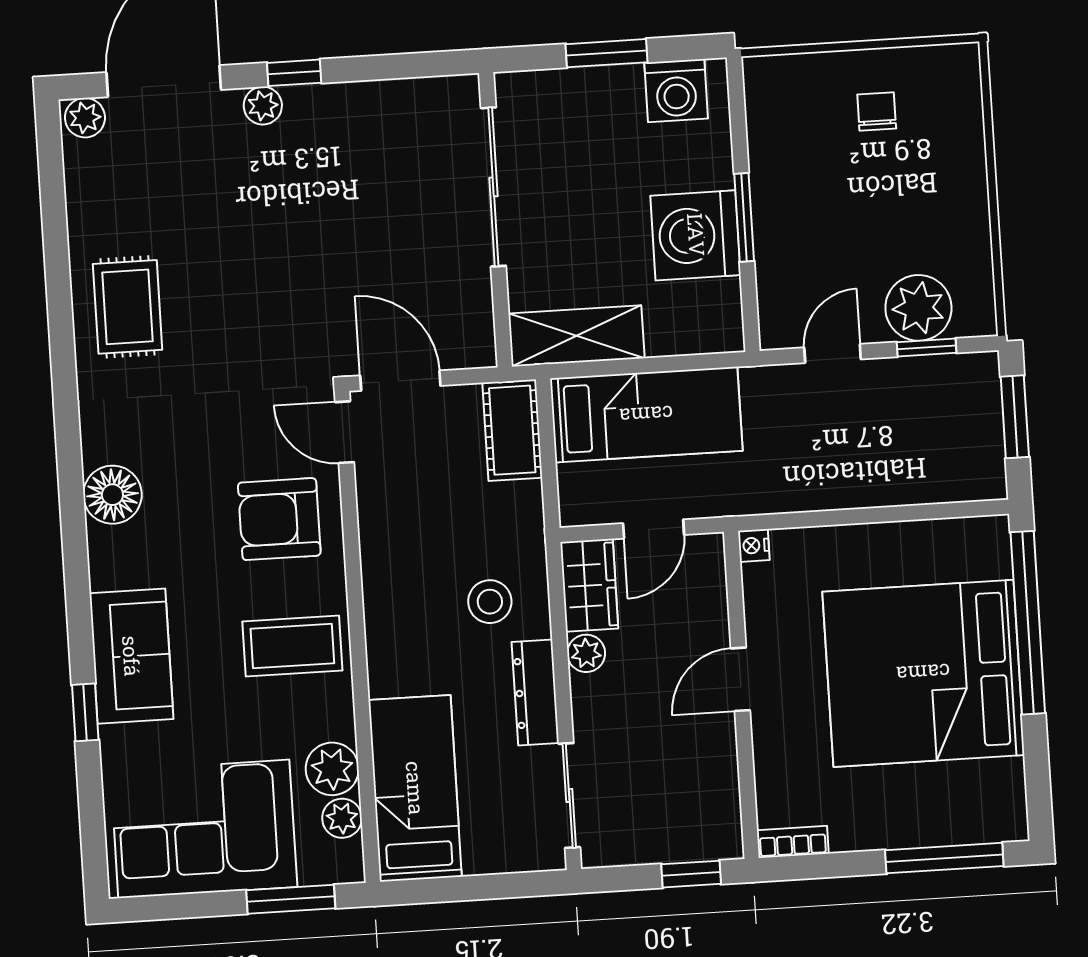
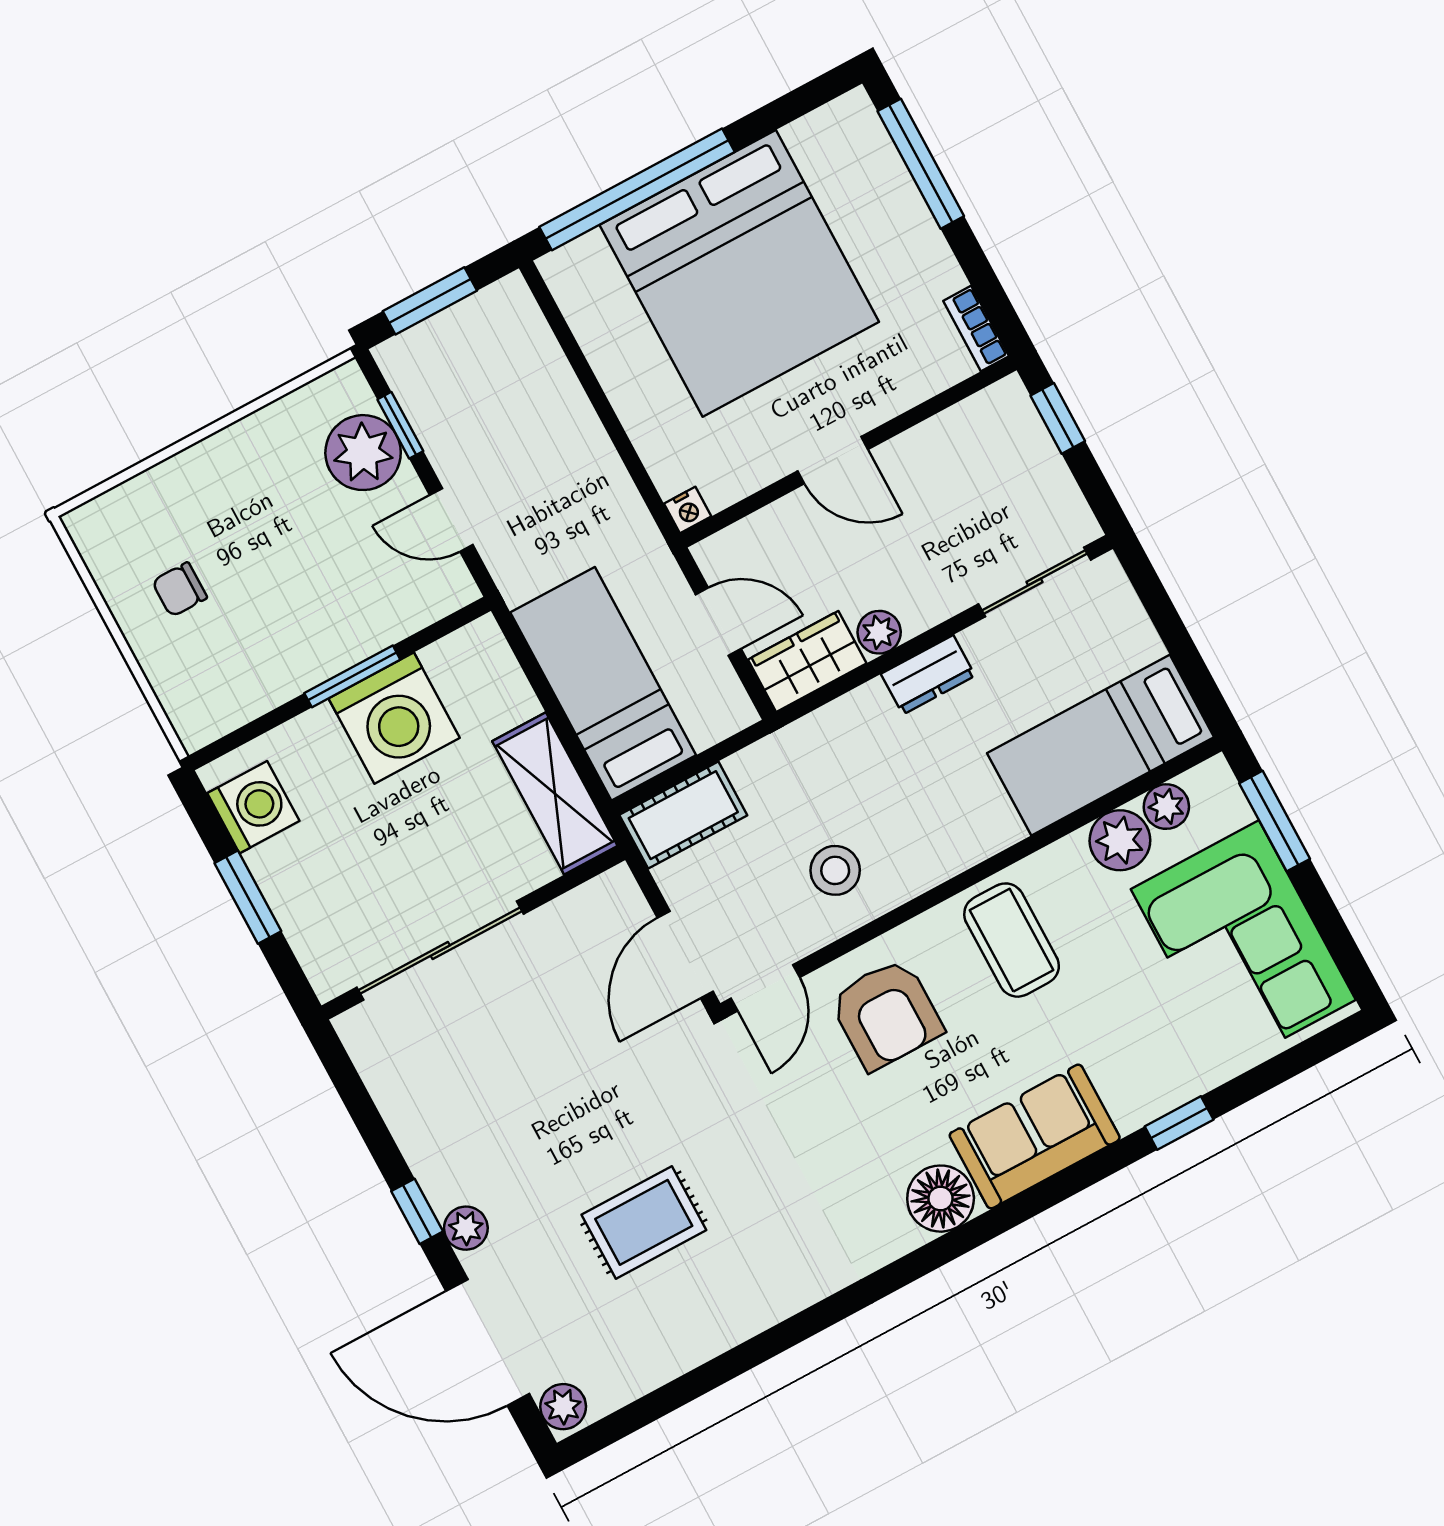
rug: (128, 307) -> (644, 1222), moved
stool: (490, 602) -> (835, 870), moved
sofa: (131, 656) -> (1035, 1137), moved
dresser: (535, 693) -> (928, 675), width x0.70

